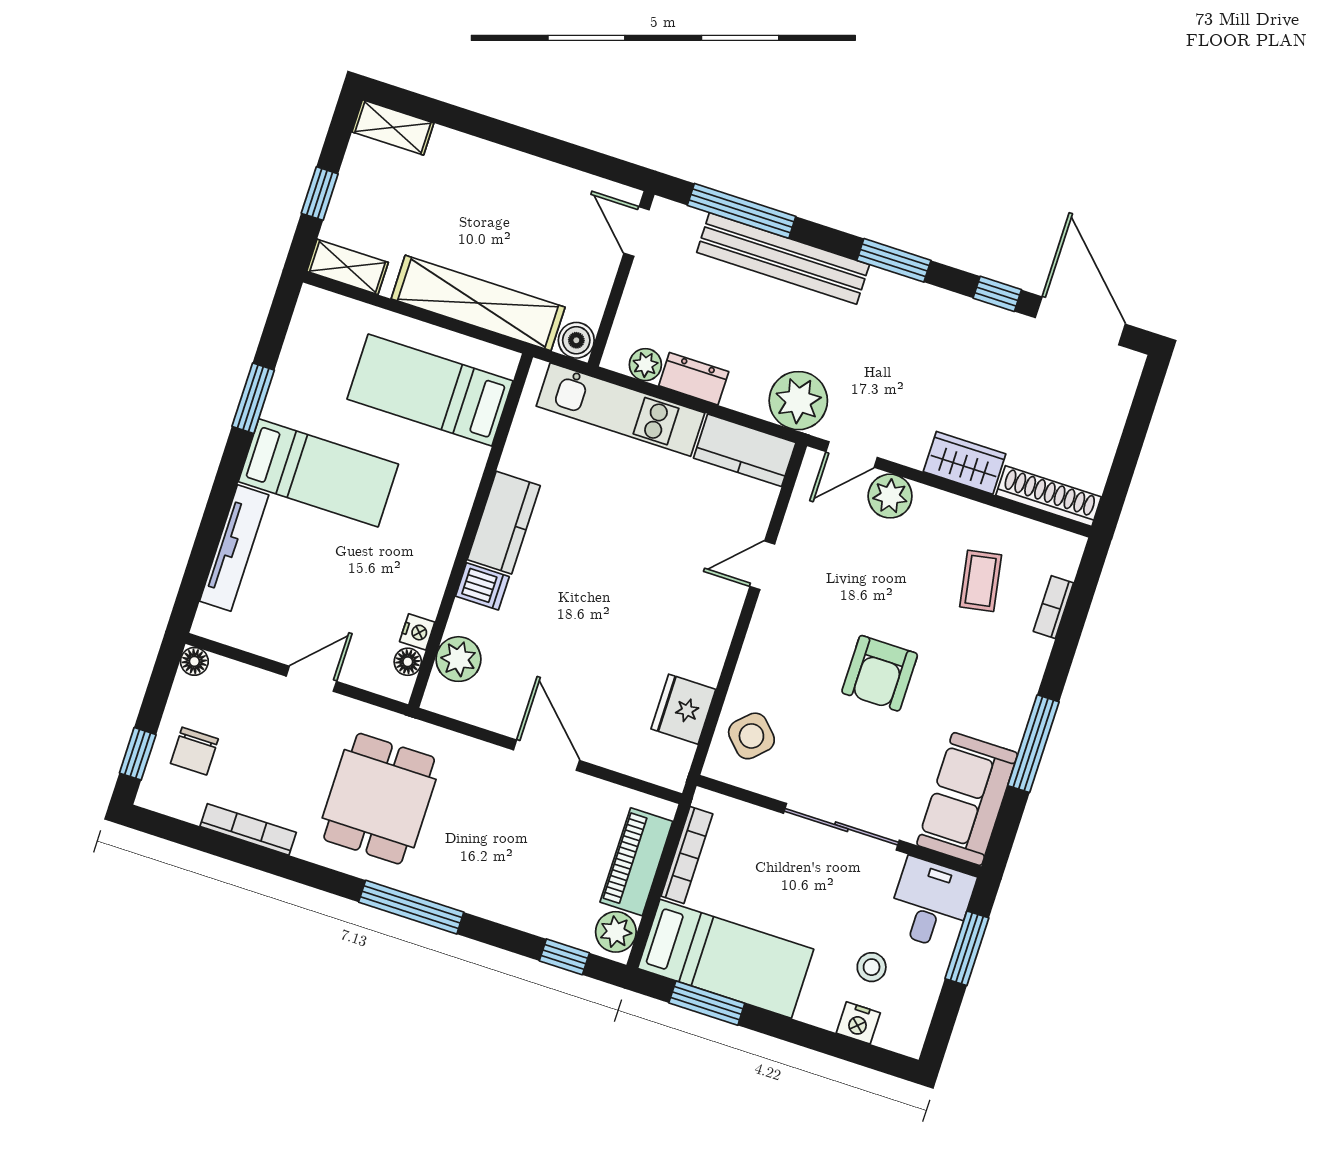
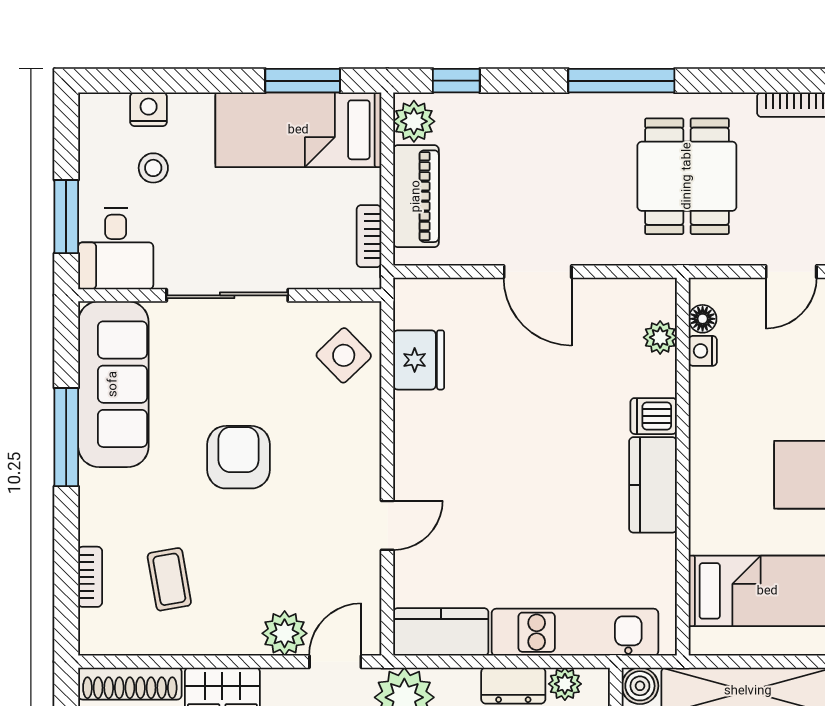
plant: (458, 659) -> (660, 337), width x0.73, depth x0.73
sofa: (967, 799) -> (113, 384), width x1.36
bookcase: (687, 855) -> (369, 236), width x0.64

